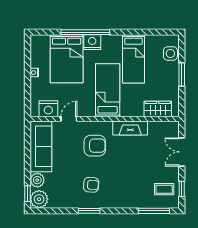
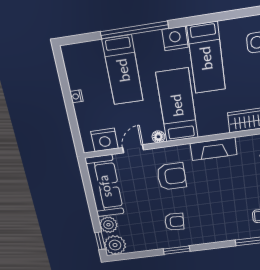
nightstand: (92, 42) -> (175, 38), moved
bed: (67, 59) -> (123, 70), width x0.67
floor lamp: (90, 112) -> (158, 137), added

